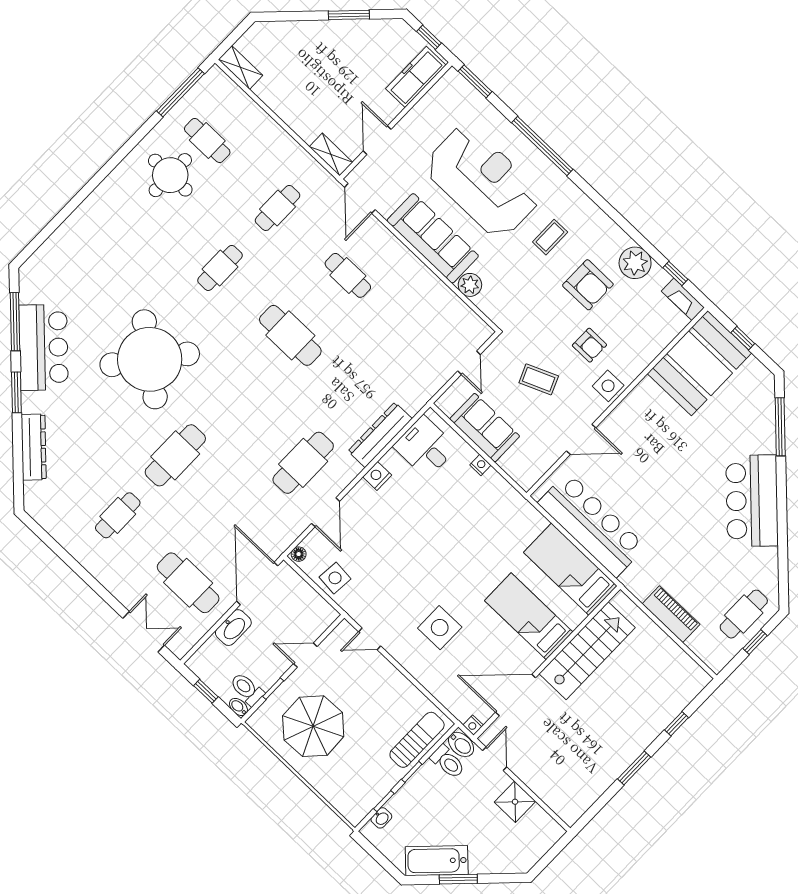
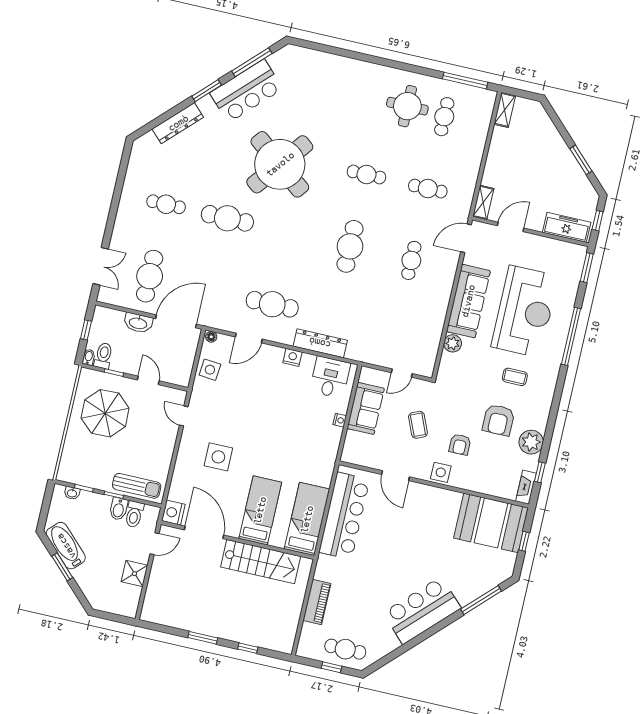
nightstand: (473, 725) -> (173, 513), width x1.89, depth x1.79
bidet: (461, 744) -> (119, 509), moved

